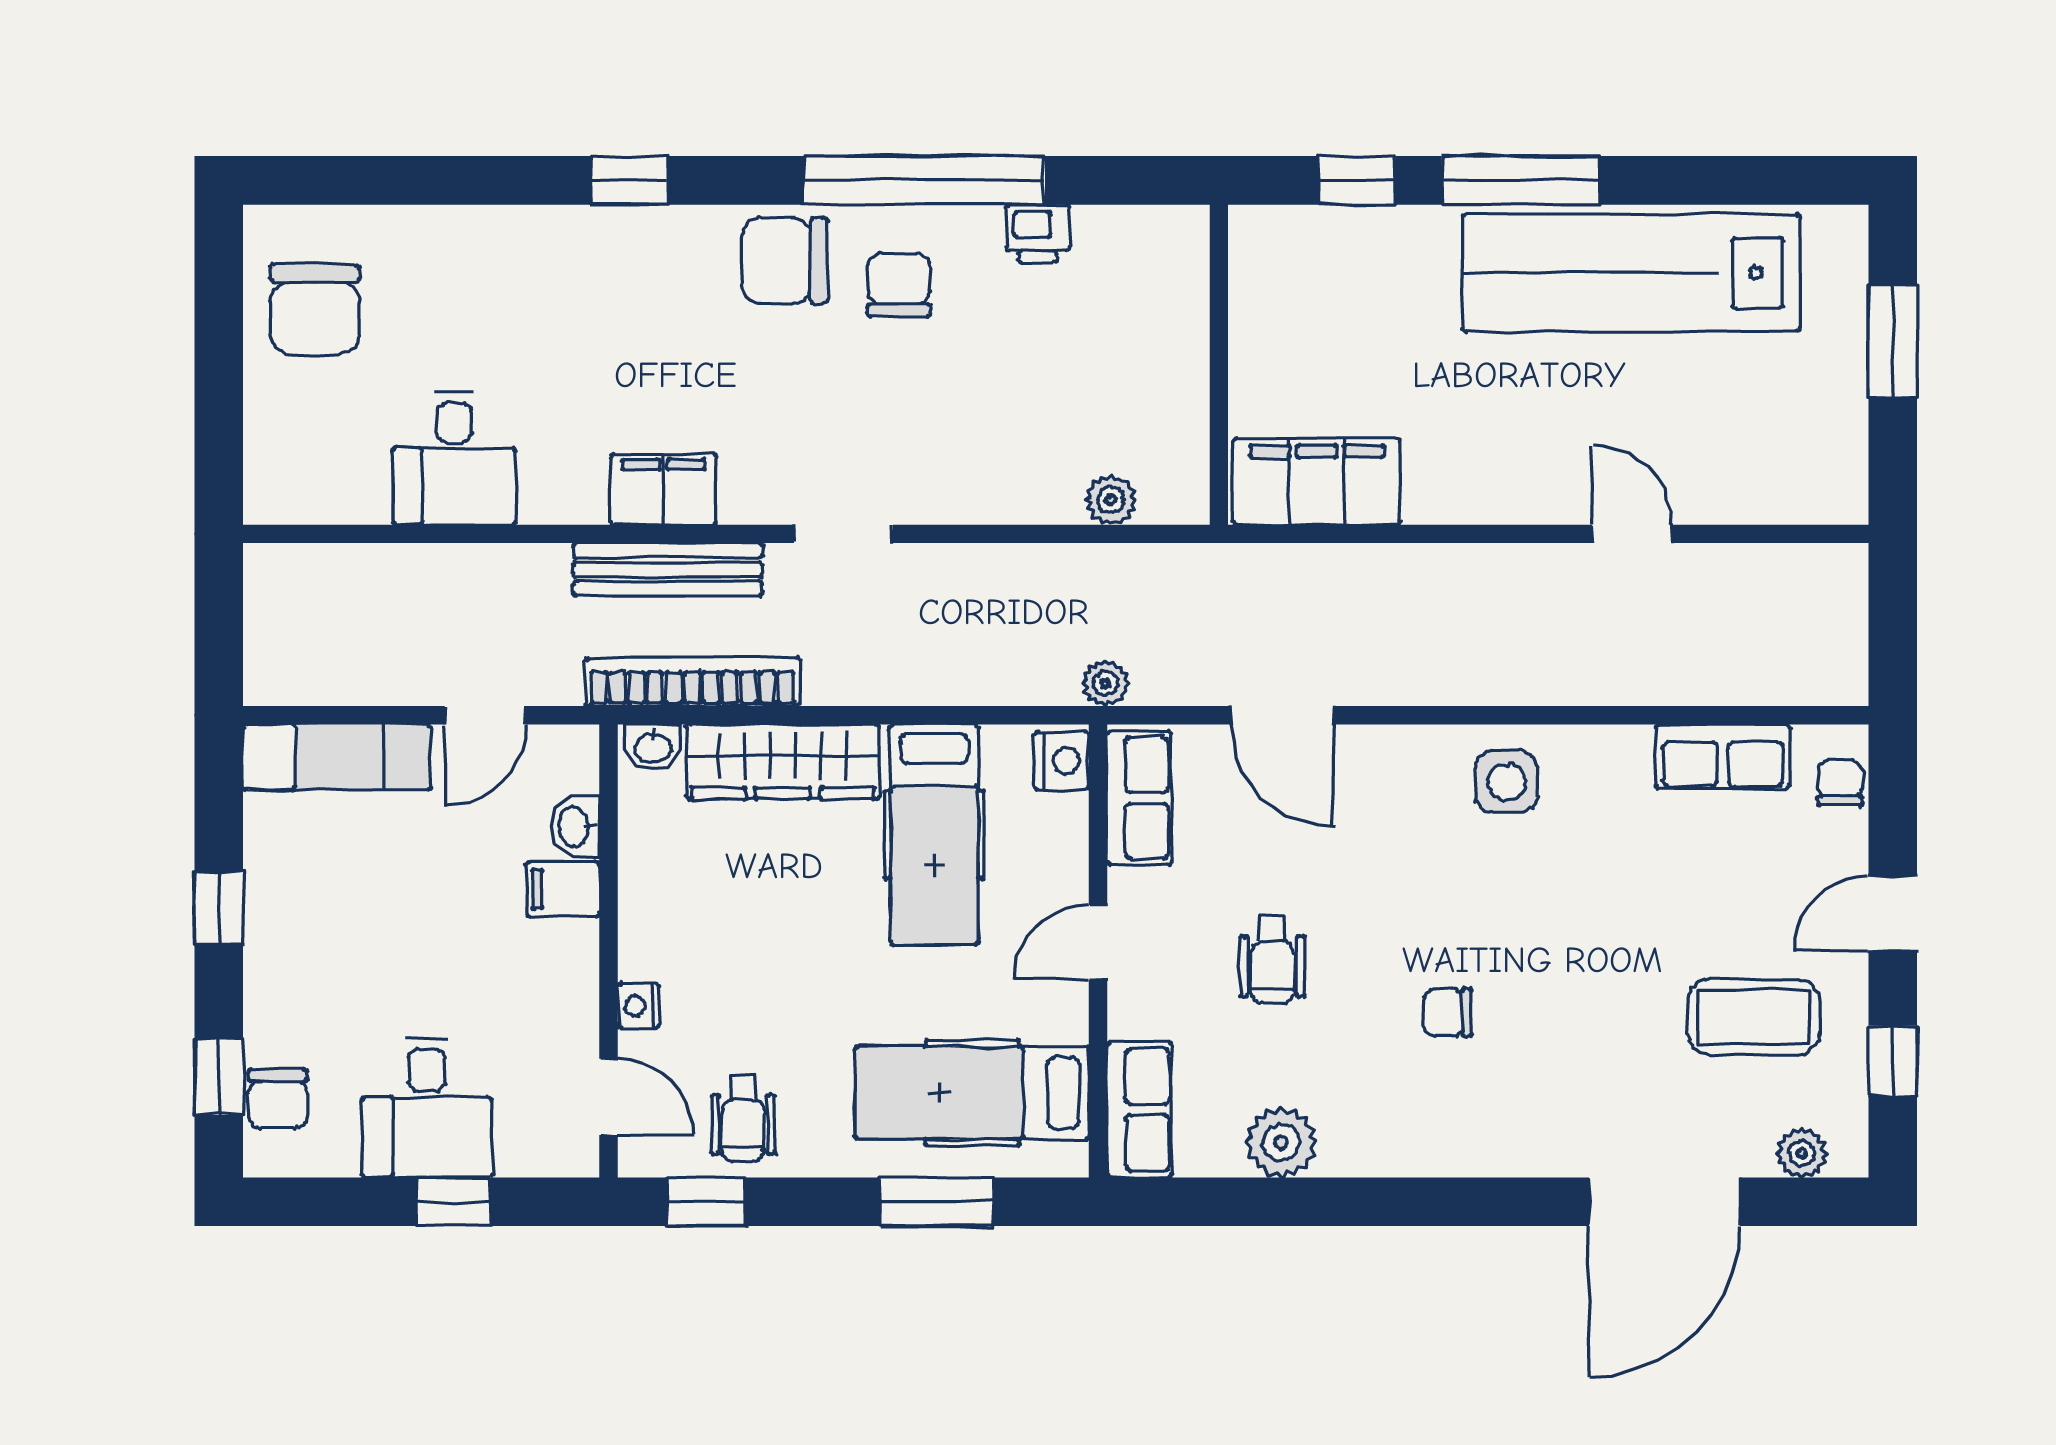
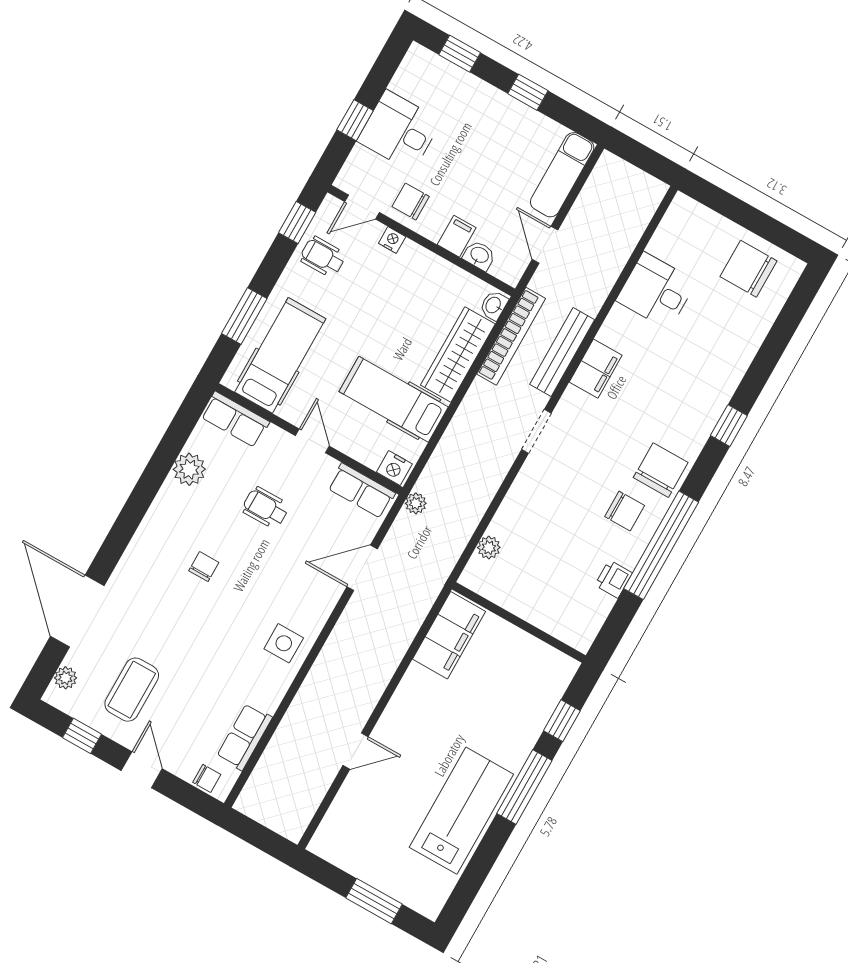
lab bench: (1631, 273) -> (461, 811), width x0.73
chair: (278, 1099) -> (411, 202), moved

